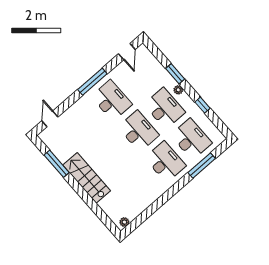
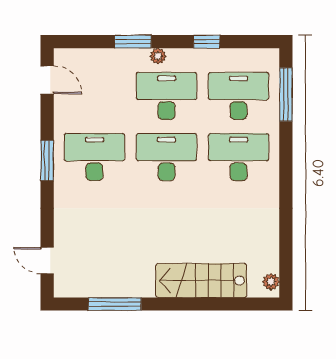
window: (92, 82) -> (47, 161), width x0.69
window: (202, 166) -> (286, 94), moved
stairs: (87, 178) -> (201, 280), moved

